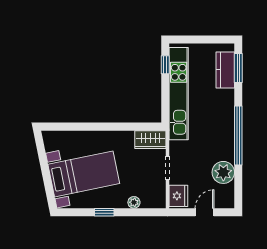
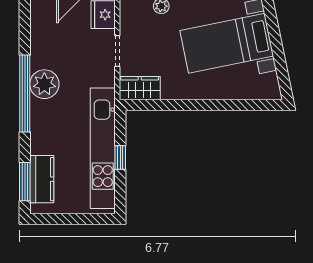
window: (165, 65) -> (120, 158), moved
plant: (223, 172) -> (44, 84), moved

